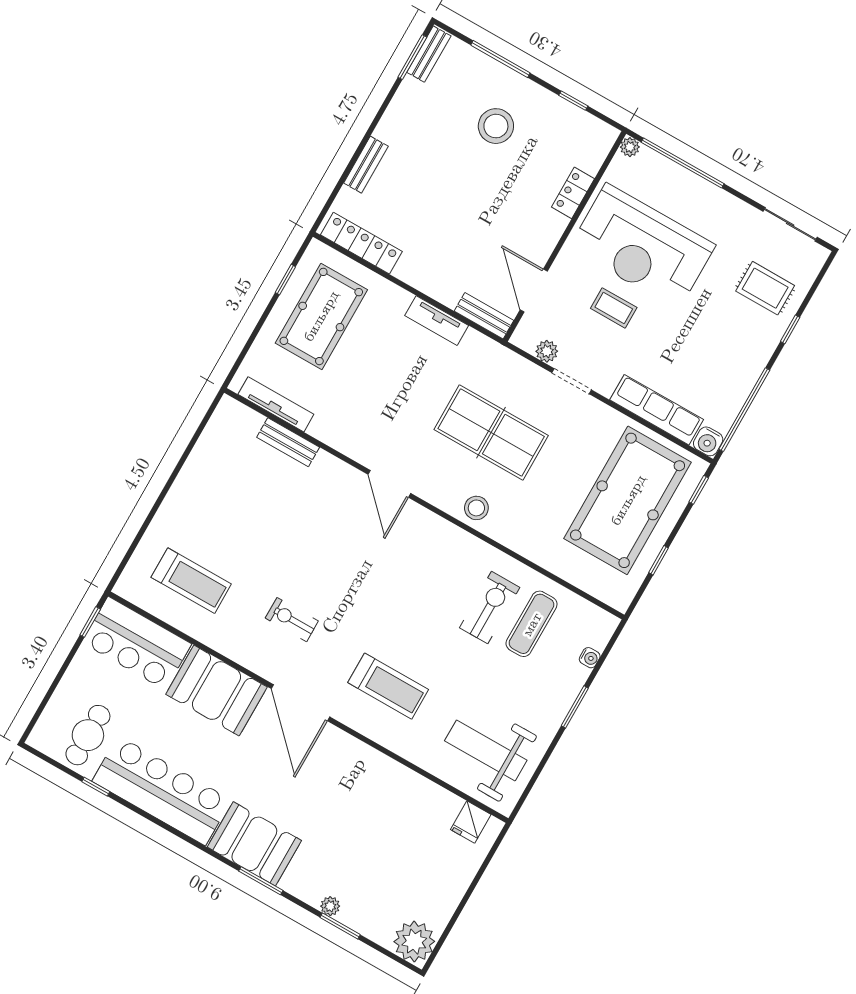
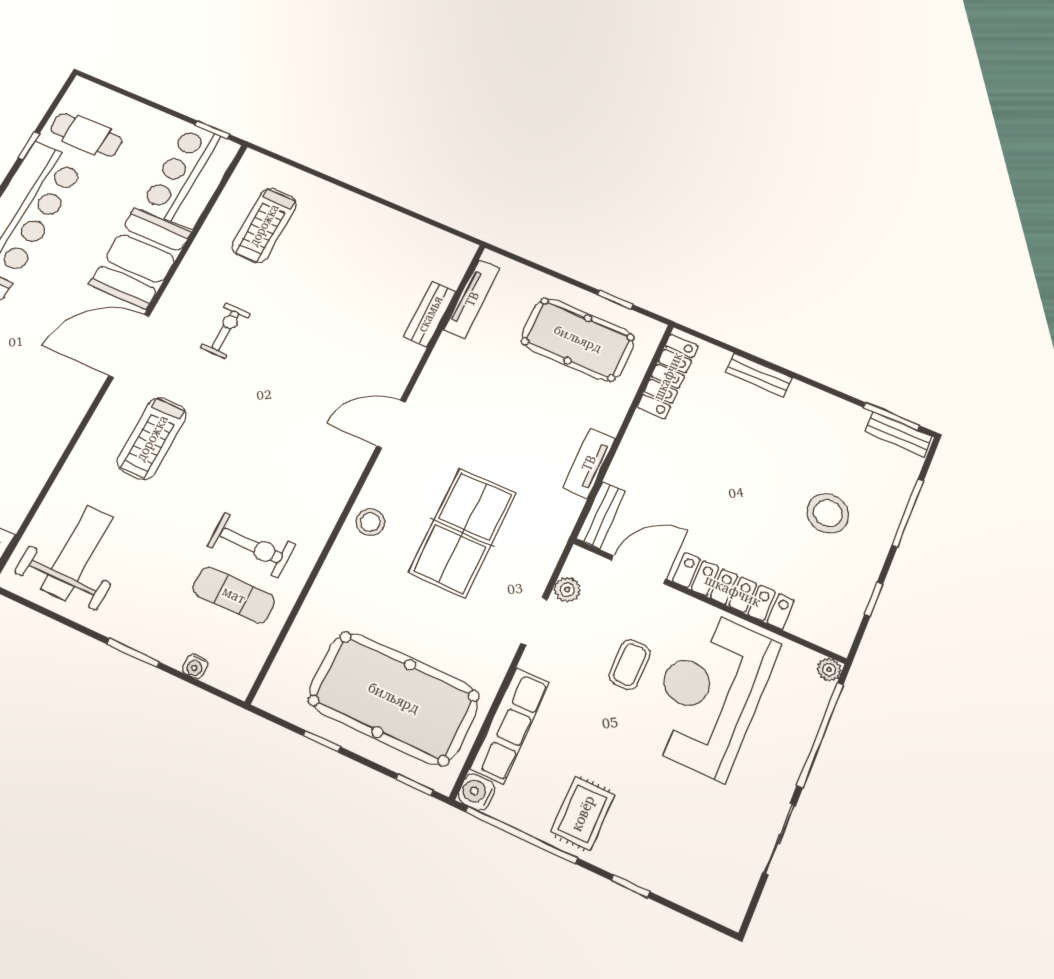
locker: (573, 193) -> (733, 591), width x2.16, depth x1.21
sliding door: (790, 224) -> (779, 839), moved
rug: (765, 288) -> (583, 813), moved

